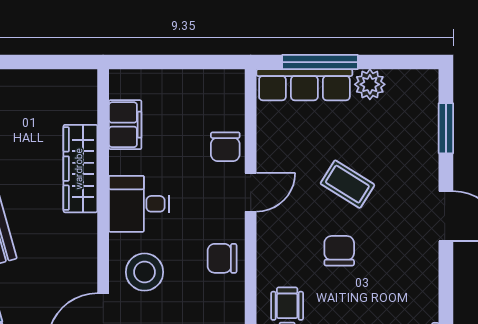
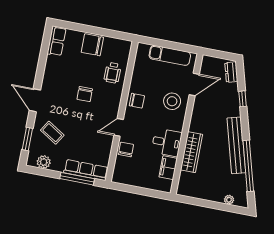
plant: (370, 84) -> (44, 162), moved
coffee table: (347, 184) -> (52, 133), moved
desk: (139, 204) -> (167, 142), moved

